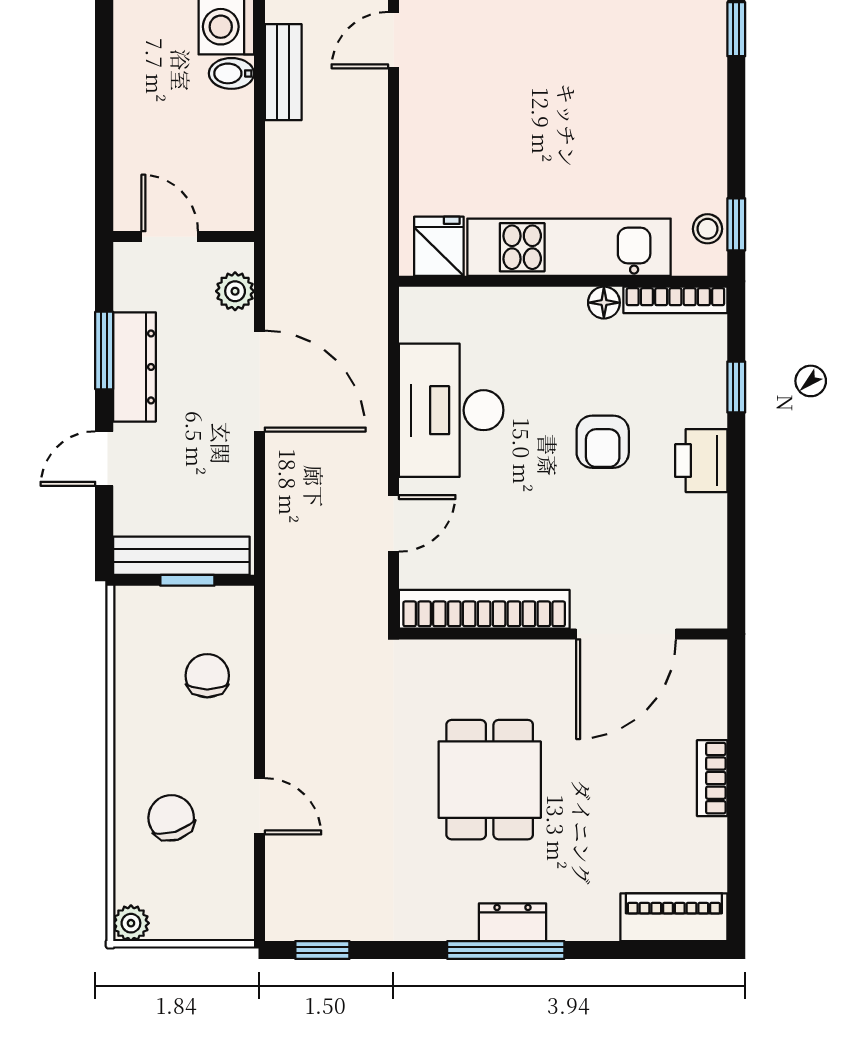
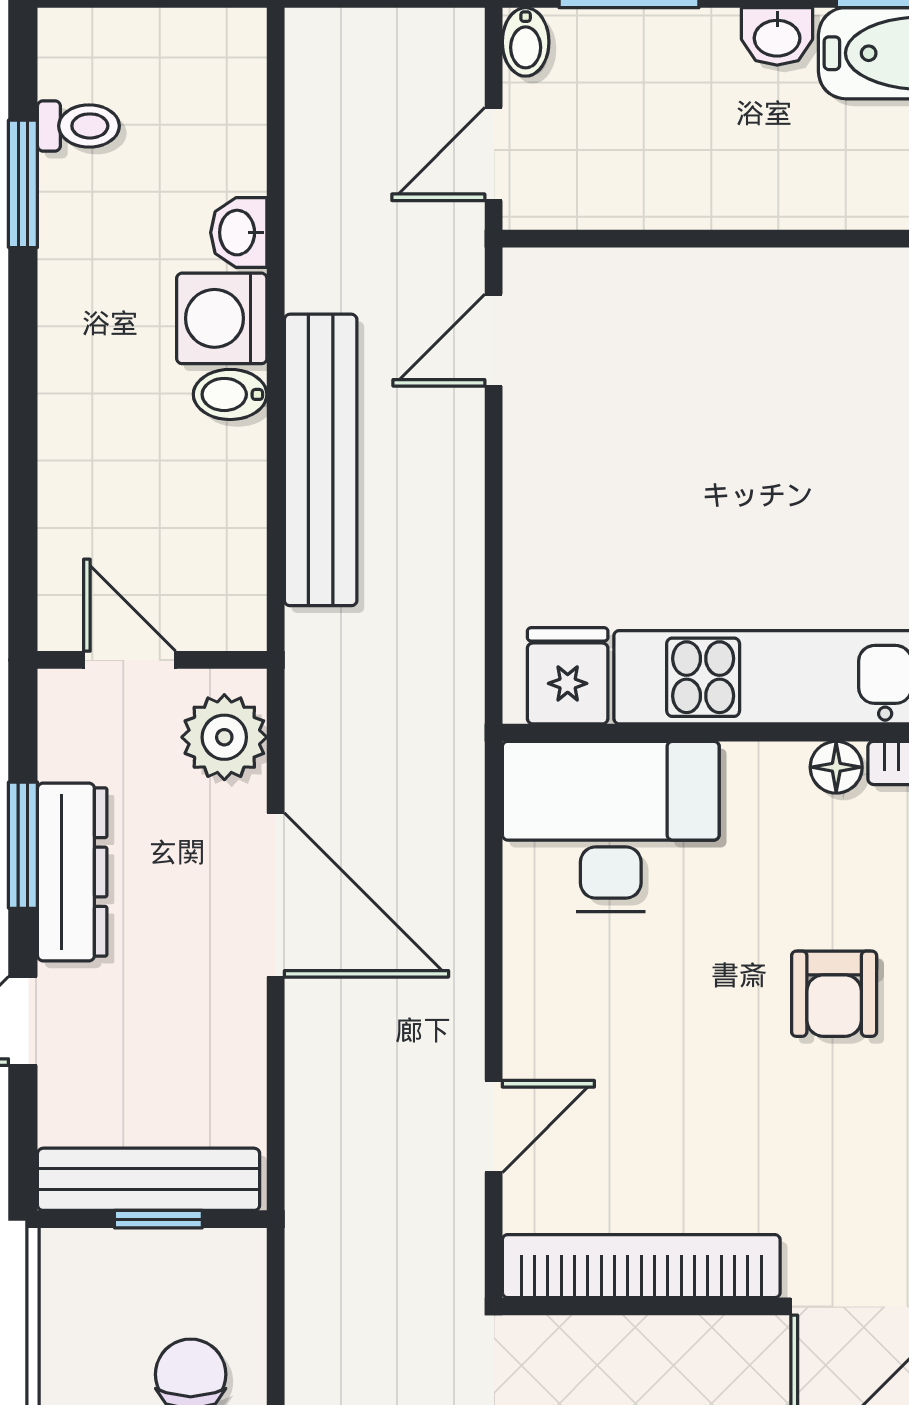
bench: (283, 72) -> (321, 460), width x1.86, depth x1.21
plant: (235, 291) -> (224, 737), width x1.38, depth x1.38
desk: (451, 410) -> (611, 826), moved, turned 90

